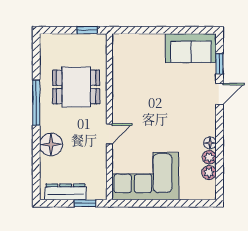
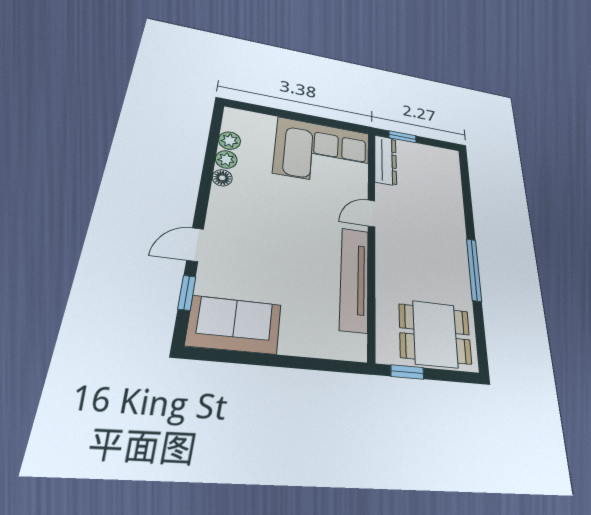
tv unit: (121, 85) -> (354, 279), added
dining table: (76, 87) -> (435, 334), moved
floor lamp: (51, 144) -> (450, 212), removed
dresser: (66, 192) -> (385, 160), moved, turned -90

